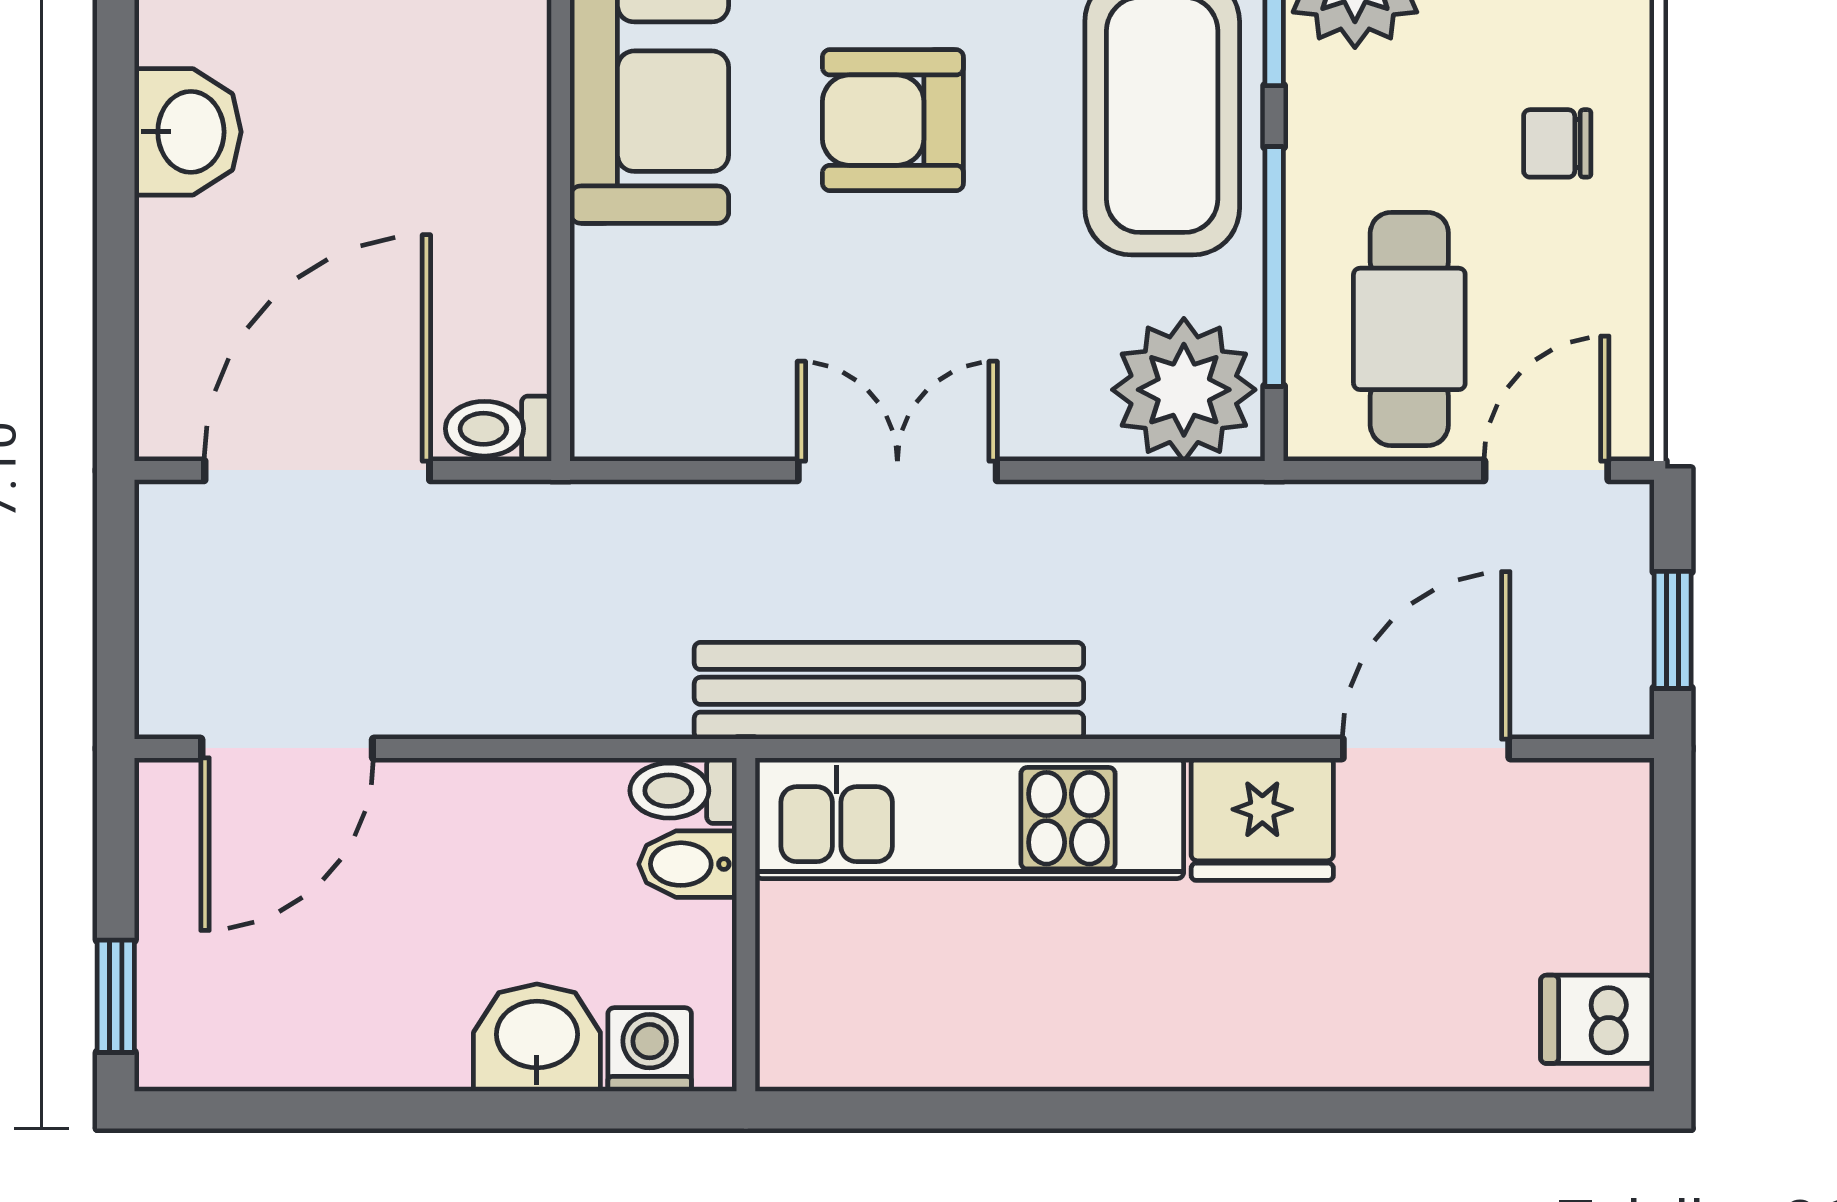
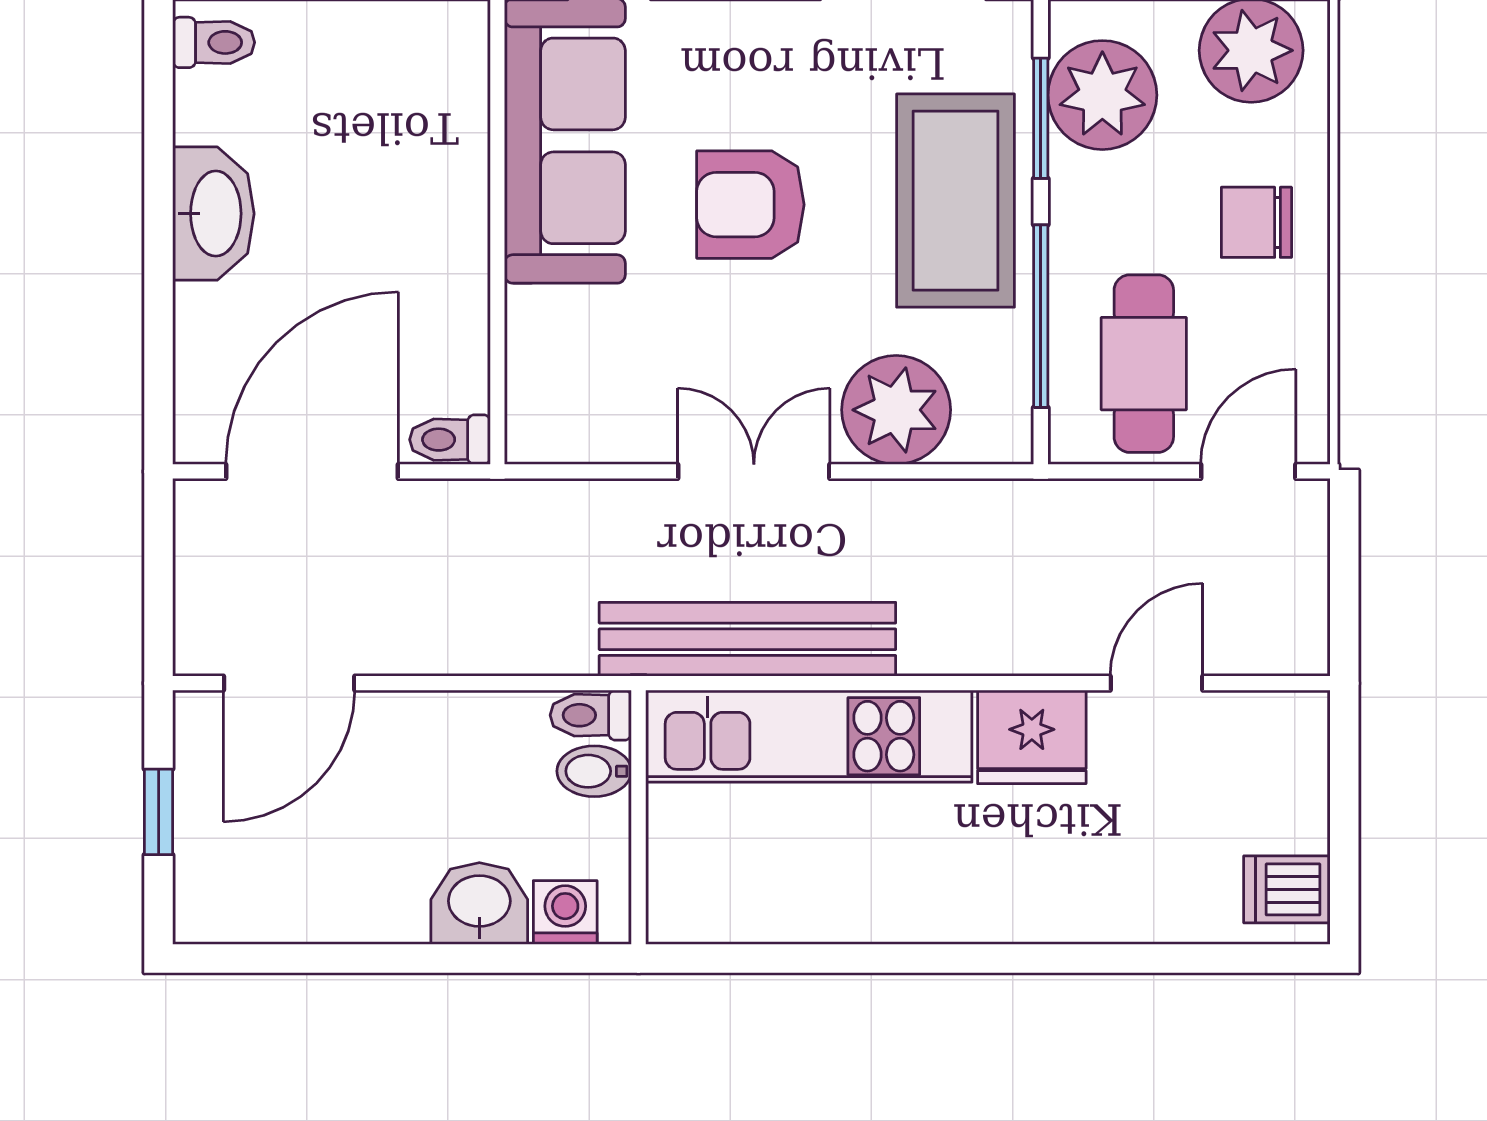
washbasin: (188, 132) -> (213, 214), width x1.38
chair: (1557, 143) -> (1256, 222), width x1.37, depth x1.37
plant: (1184, 390) -> (896, 410), moved
window: (1673, 630) -> (1344, 593), removed
door: (1426, 748) -> (1157, 683), width x0.73
window: (116, 996) -> (159, 812), moved

